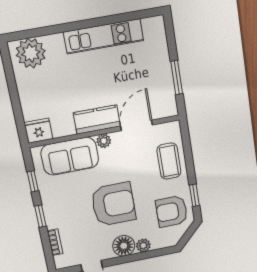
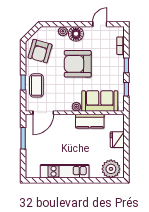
kitchen counter: (97, 119) -> (90, 121), moved
door: (137, 125) -> (43, 113), moved
fridge: (38, 131) -> (117, 140), moved, turned 90
window: (194, 195) -> (23, 82), moved
armchair: (172, 211) -> (40, 51), turned 106

